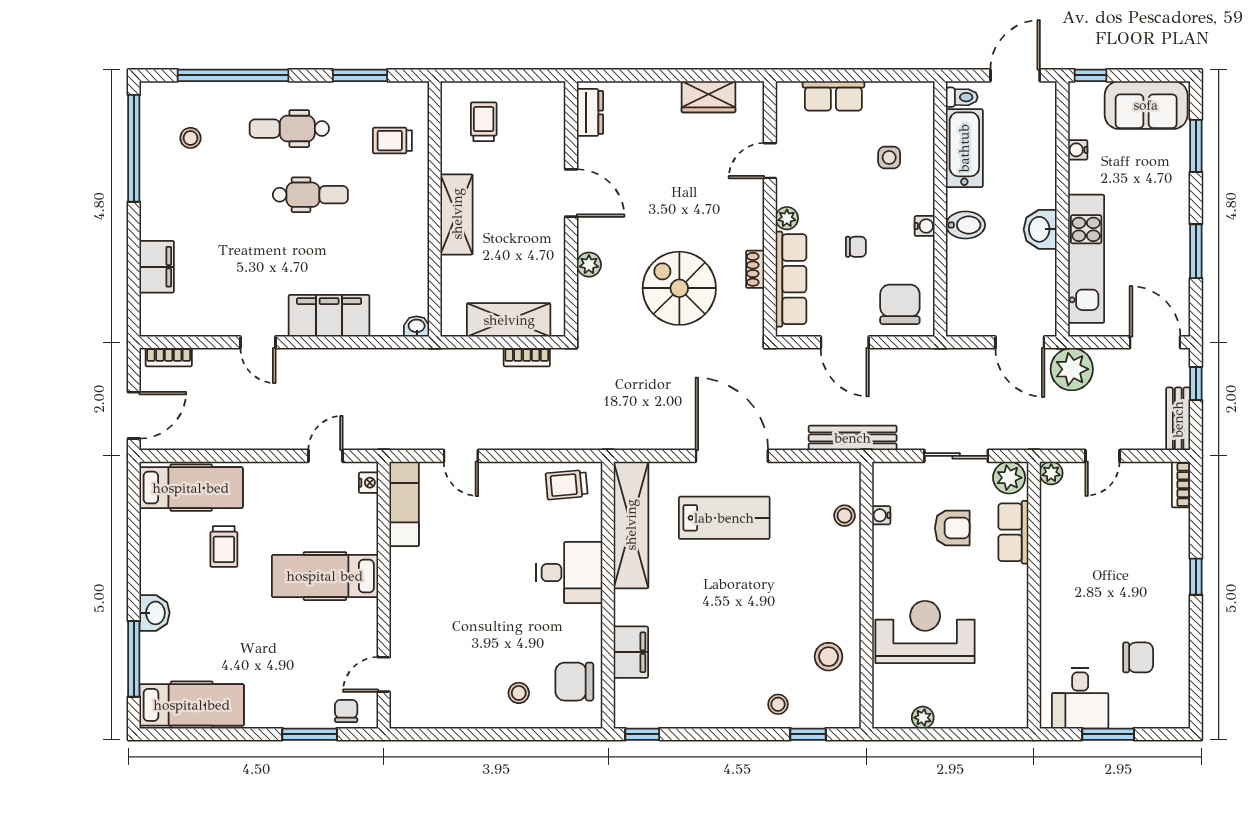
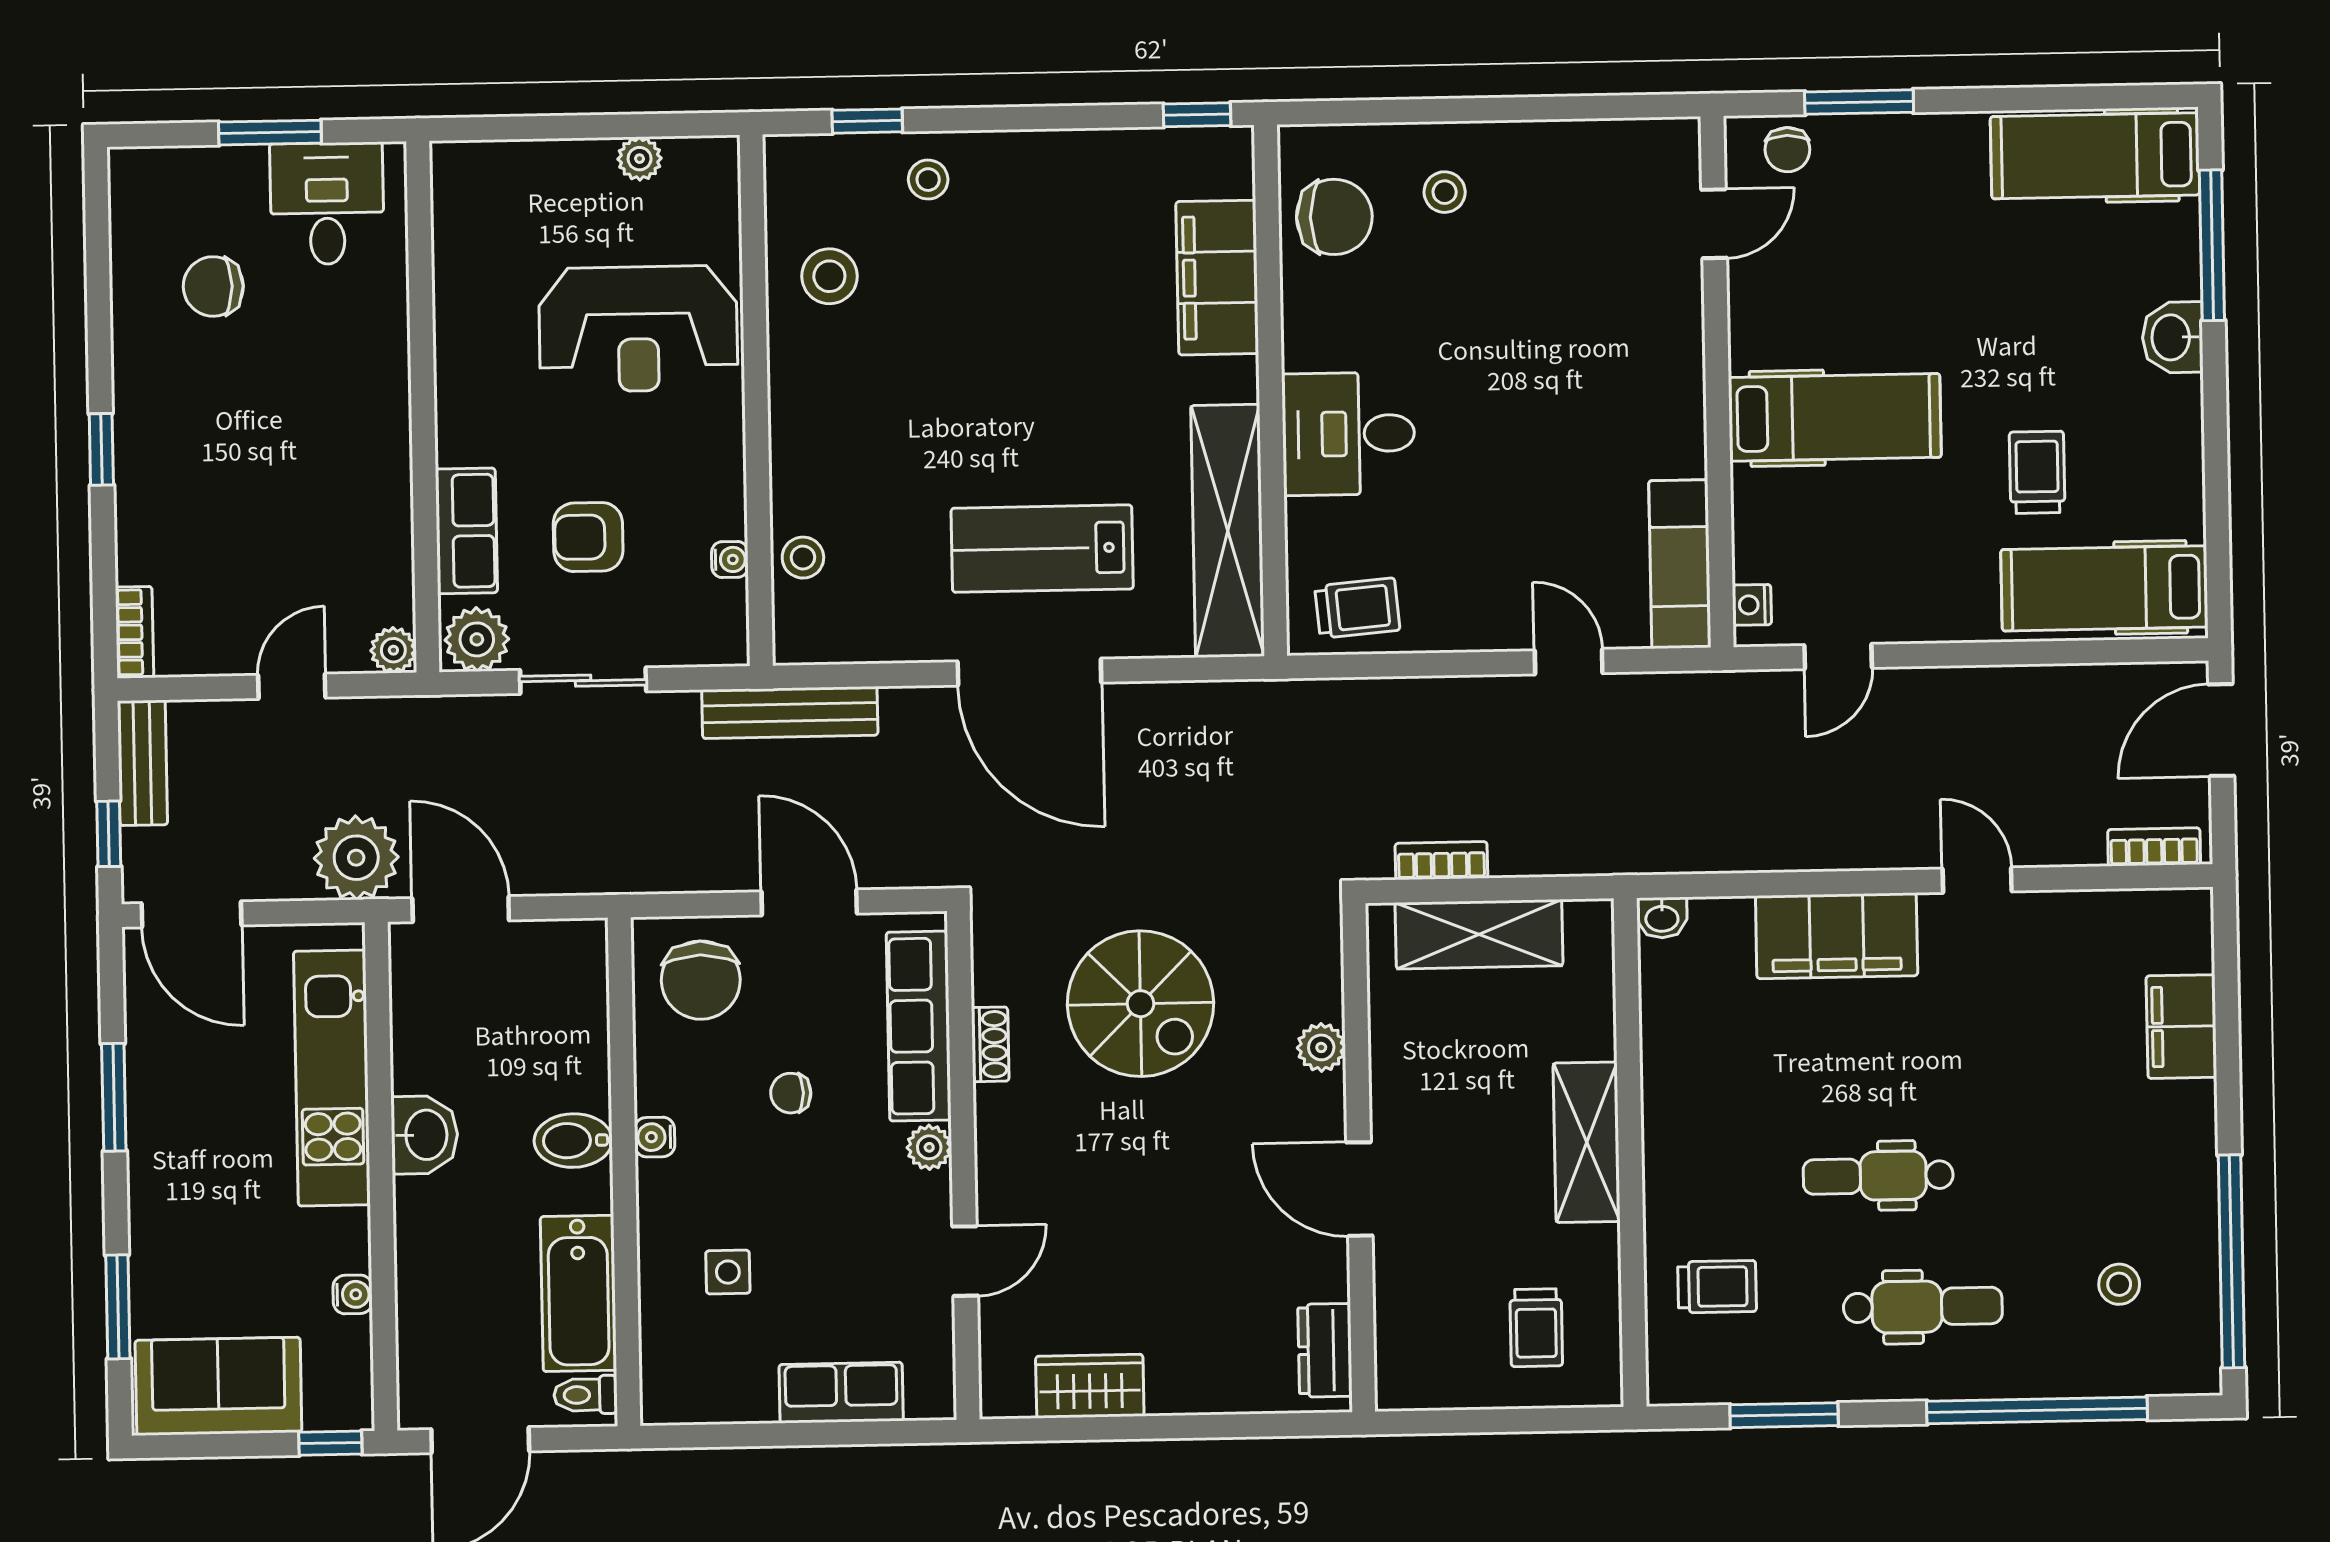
filing cabinet: (631, 652) -> (1217, 278), width x1.50, depth x1.17

